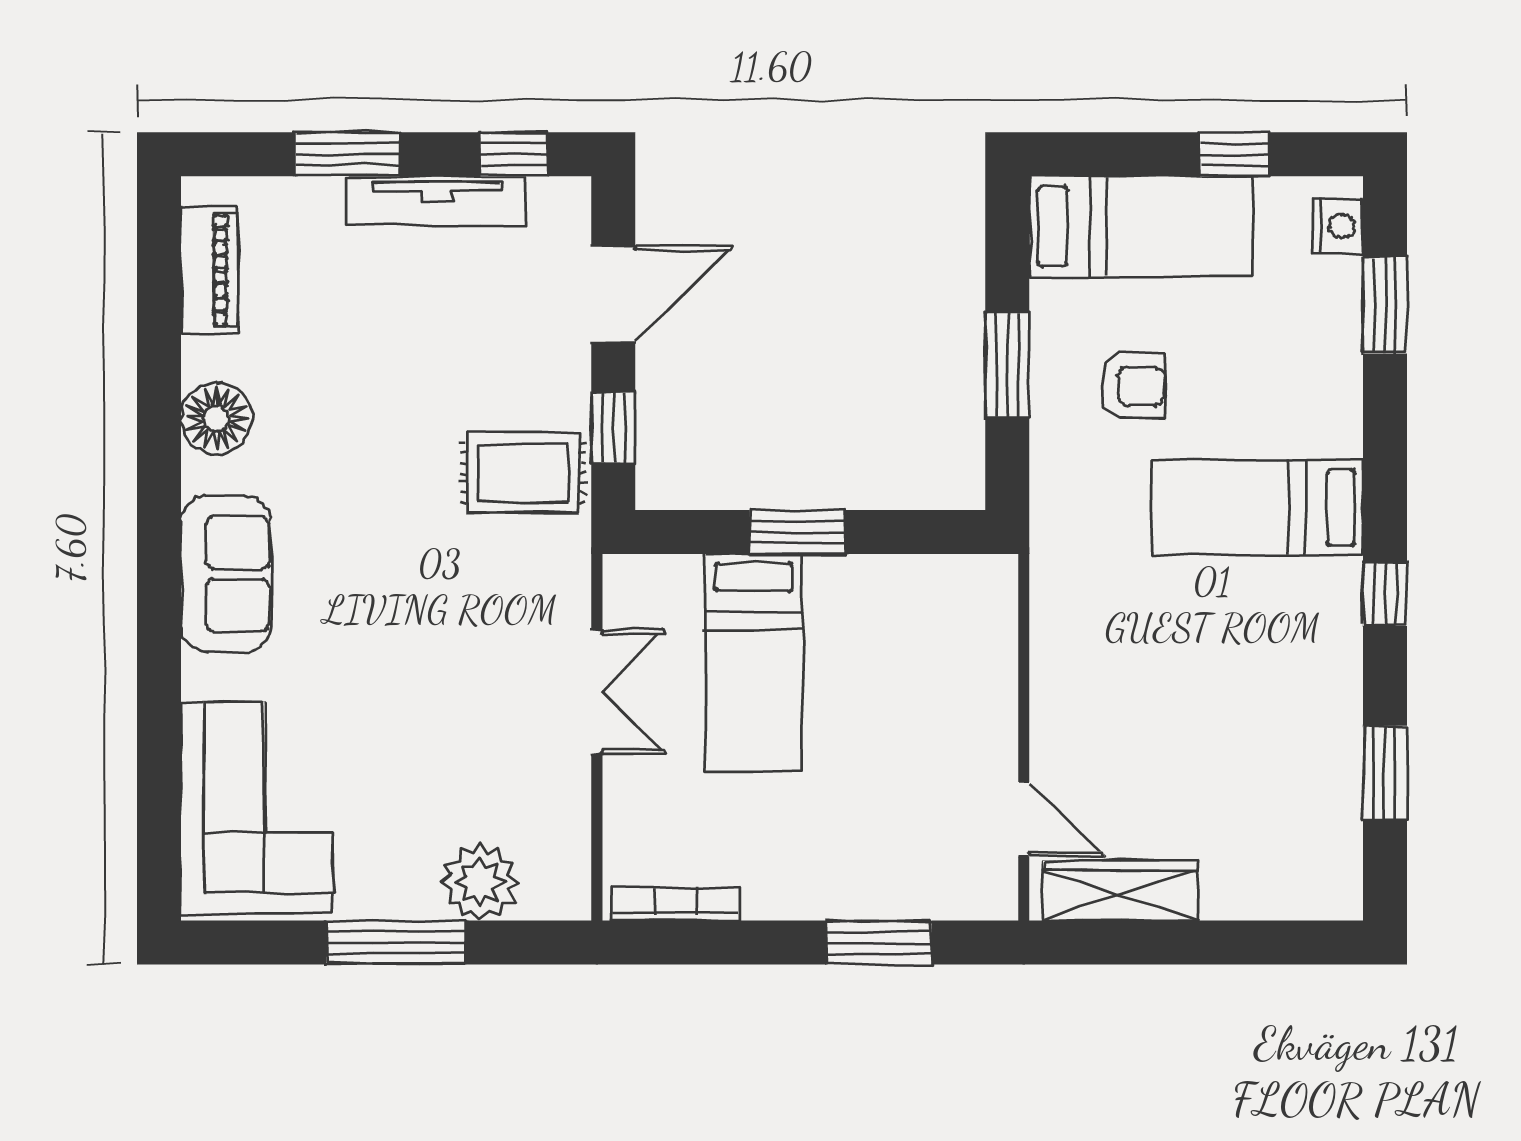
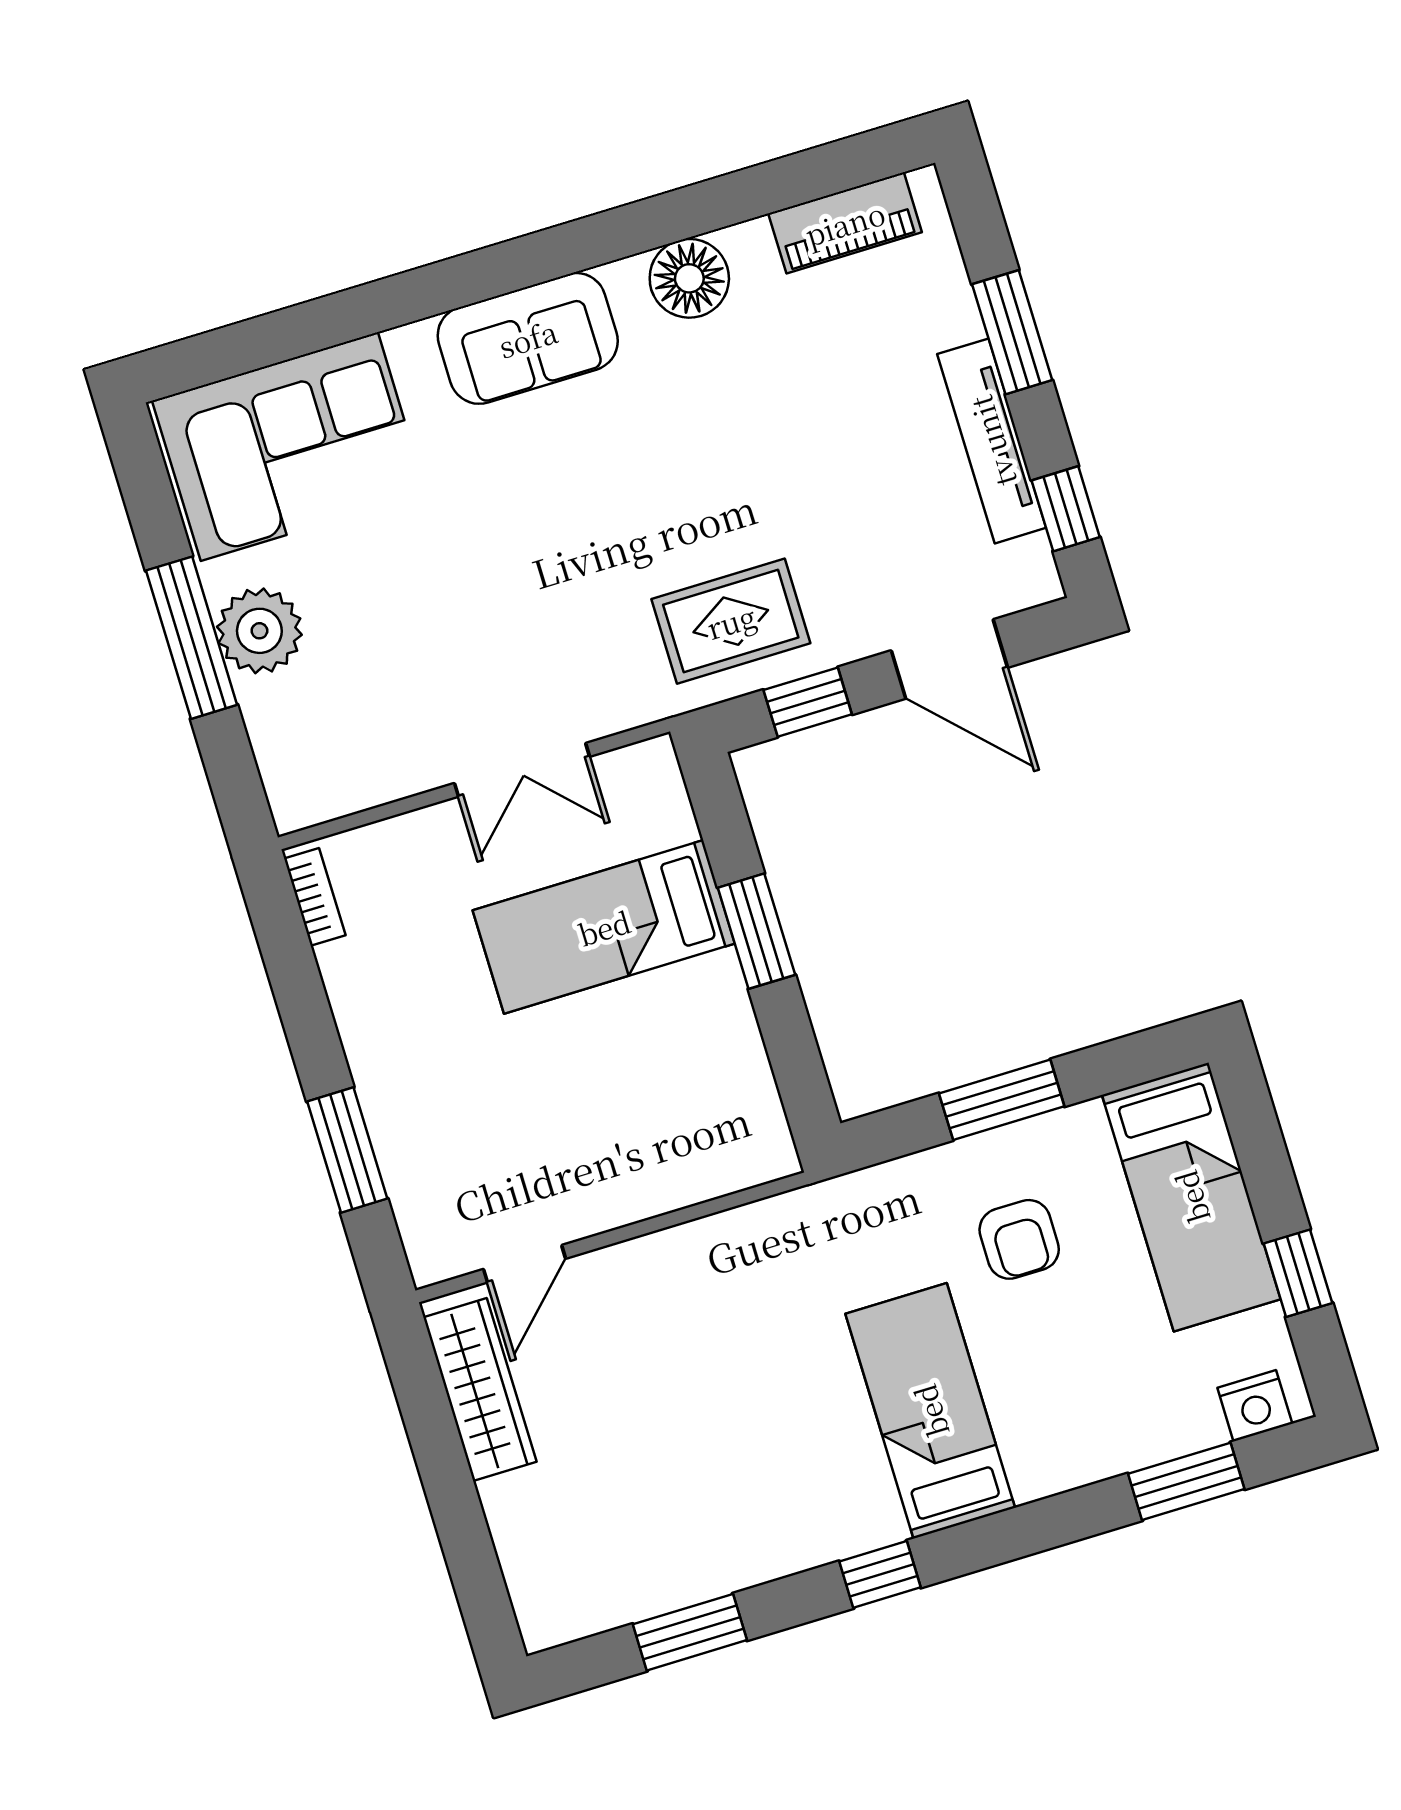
rug: (523, 473) -> (731, 621), turned 90
plant: (480, 882) -> (259, 631), moved
bookcase: (675, 904) -> (315, 897), width x0.64

